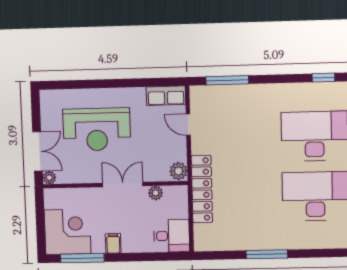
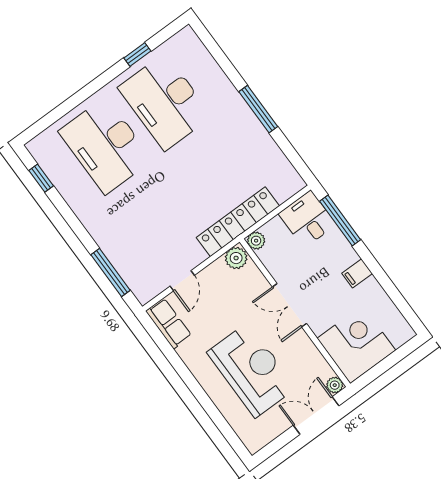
plant: (156, 193) -> (256, 241), moved
corner desk: (68, 232) -> (356, 344), moved, turned 90
window: (82, 258) -> (340, 221), moved

